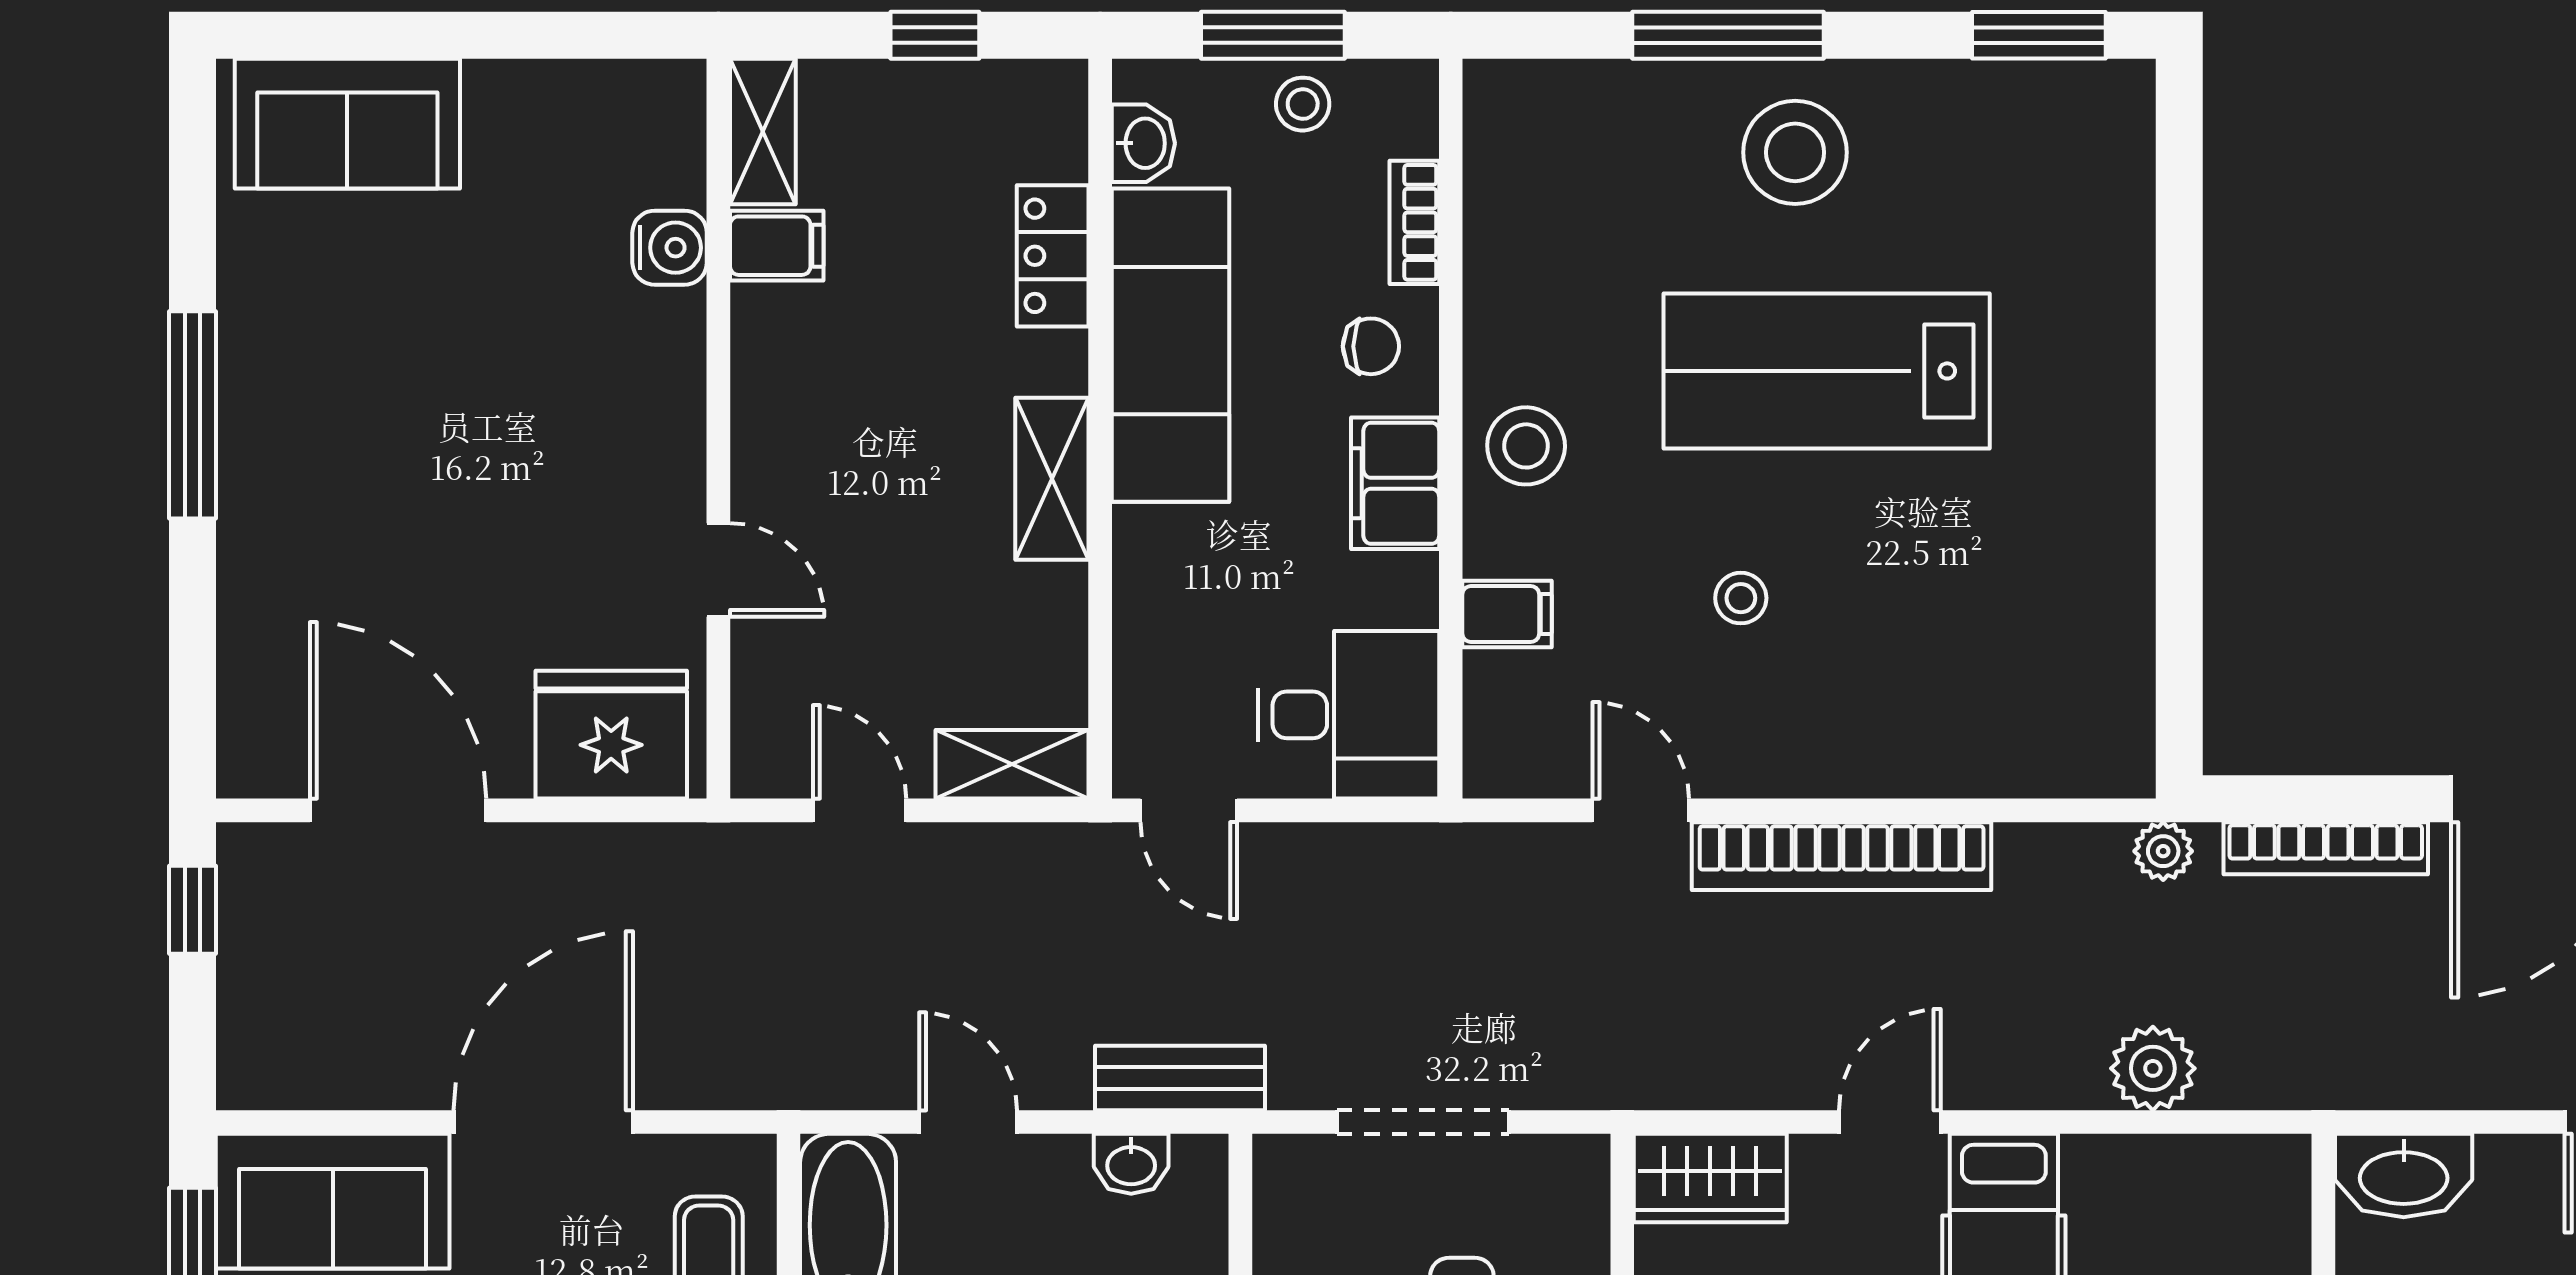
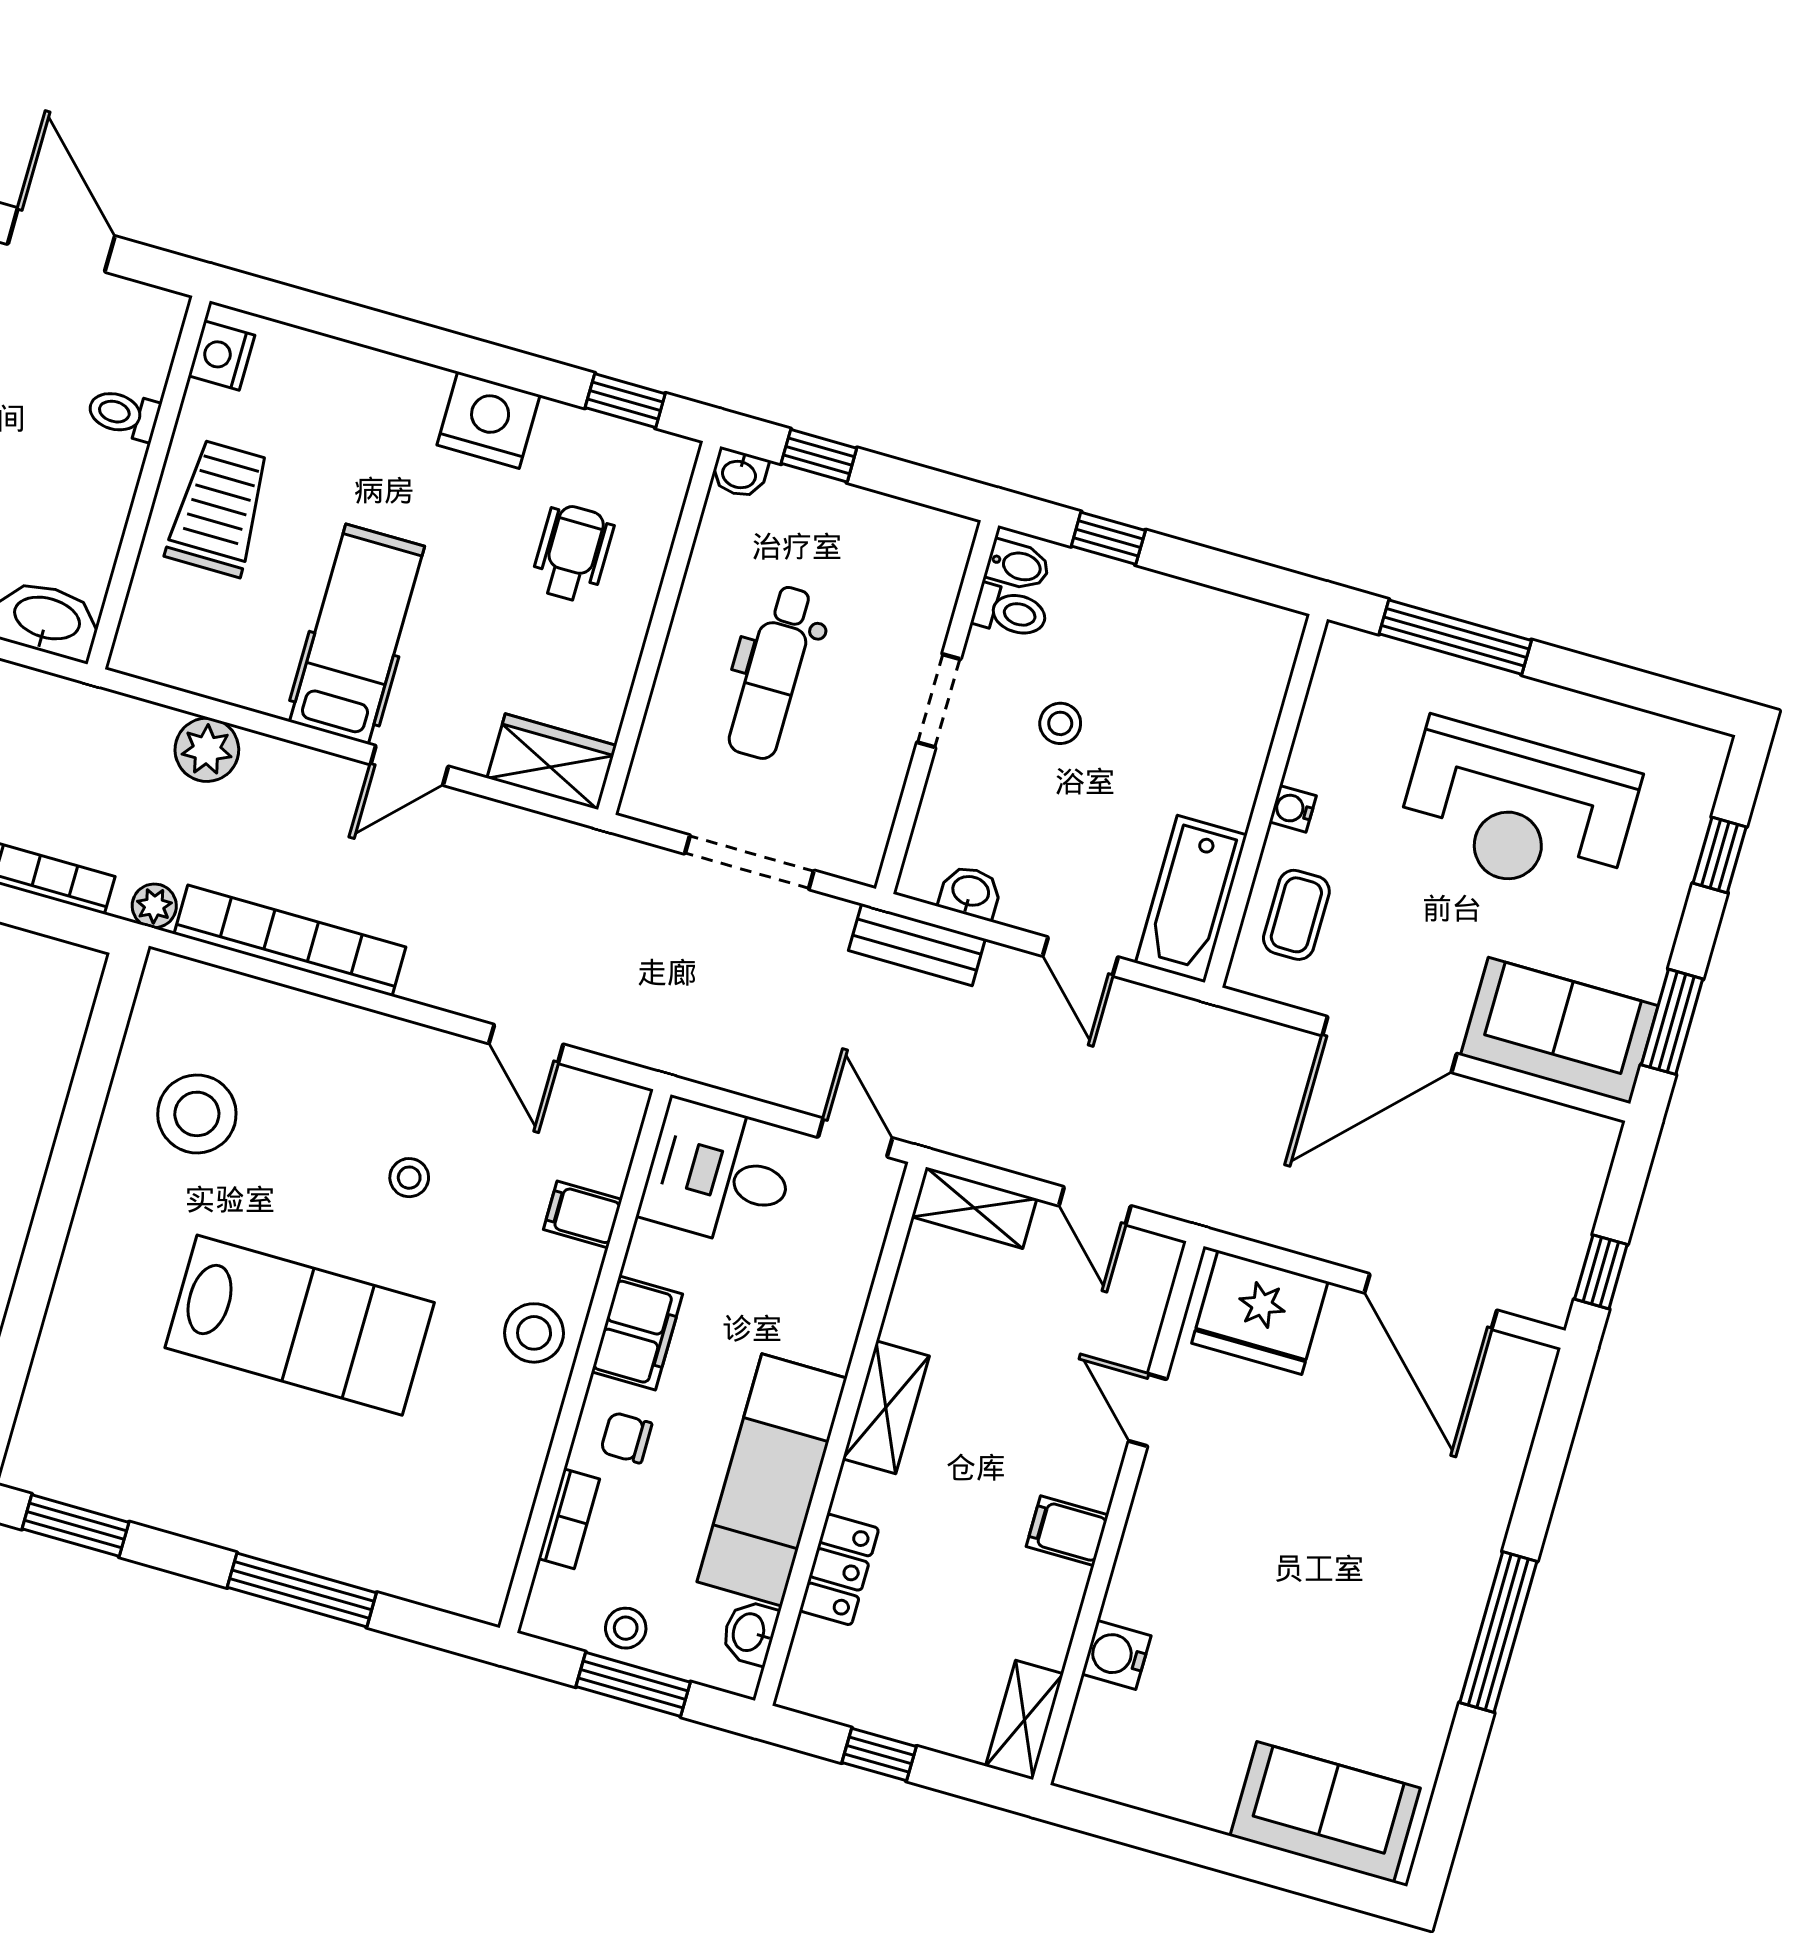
stool: (1795, 152) -> (197, 1114), moved
filing cabinet: (777, 246) -> (1067, 1531), moved
bookcase: (1842, 856) -> (290, 941), moved

